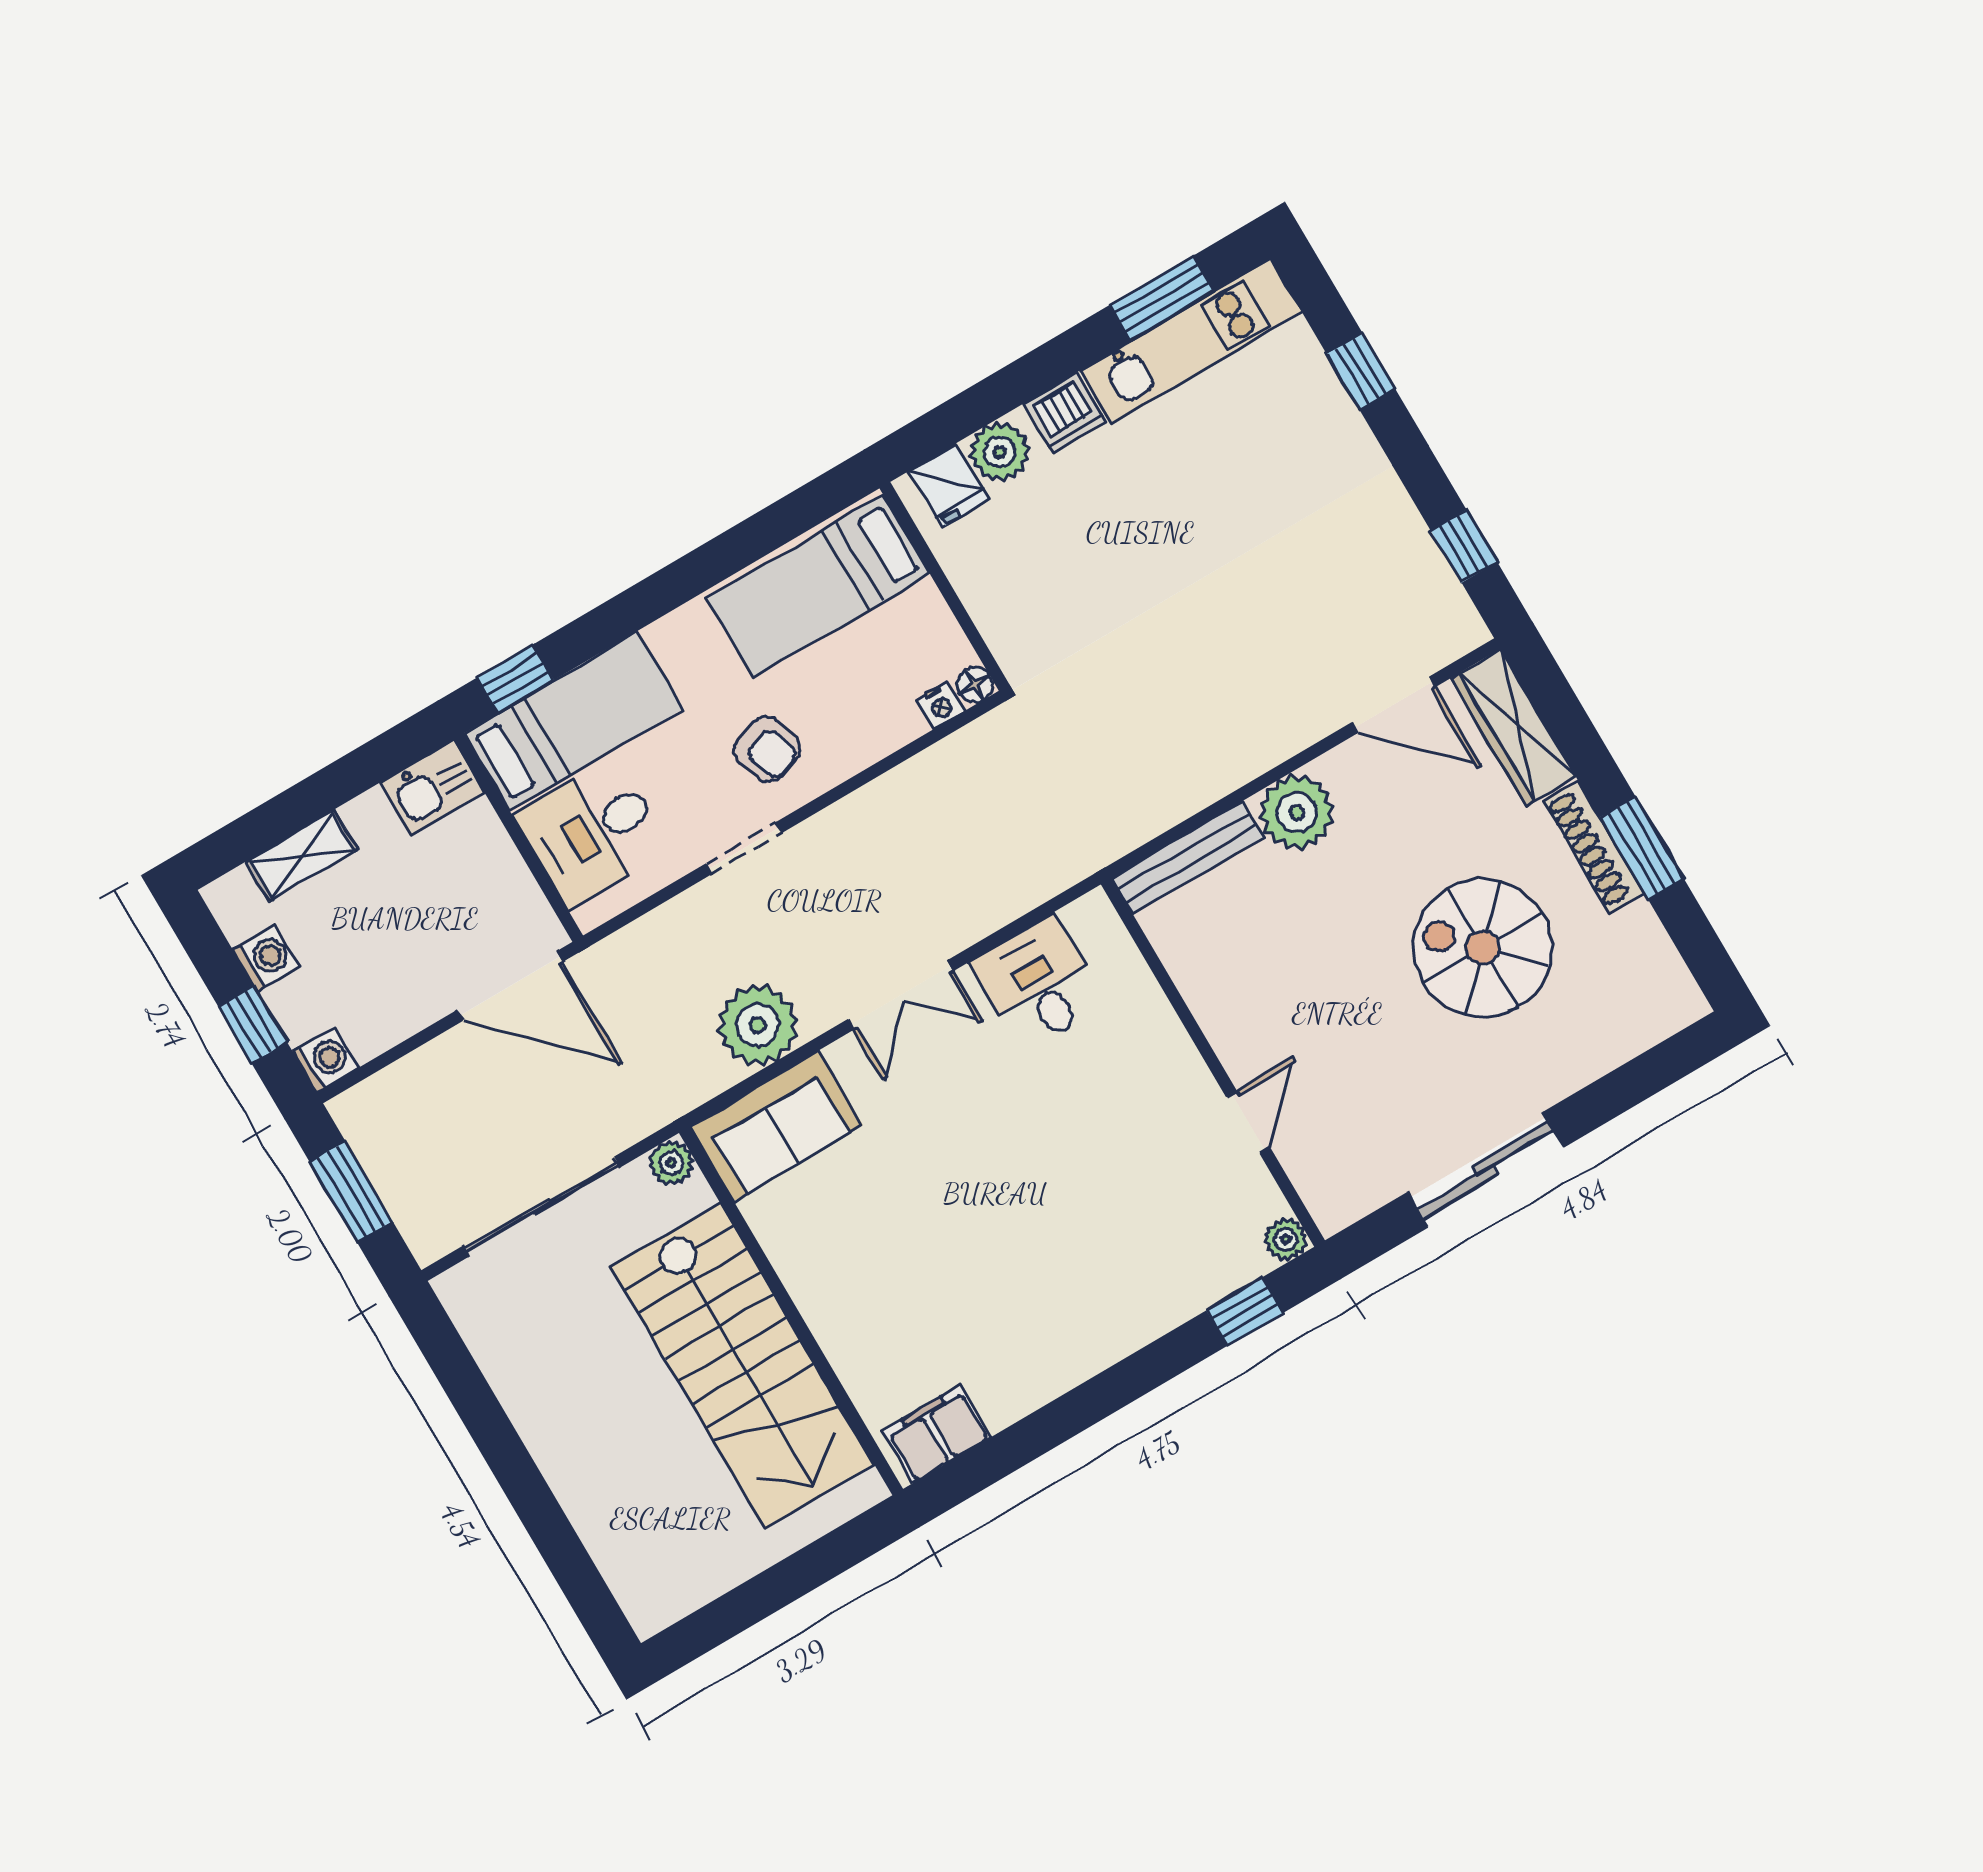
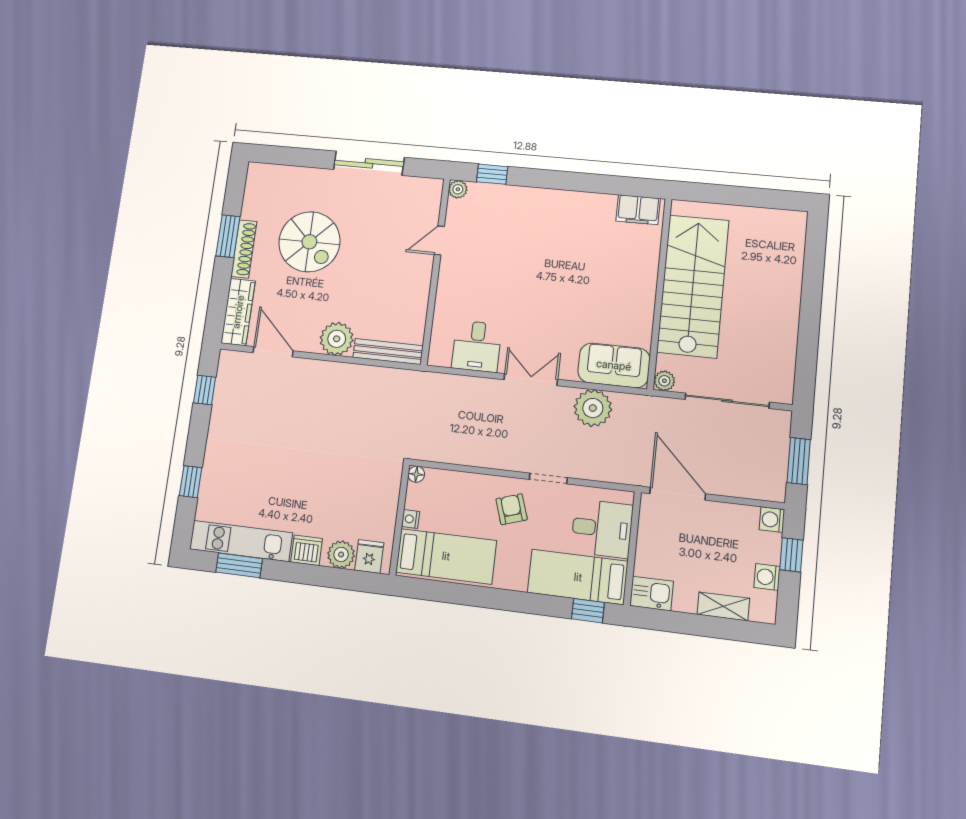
nightstand: (940, 705) -> (411, 519), moved, turned -90

